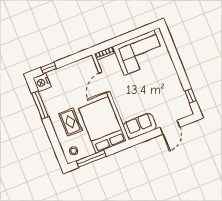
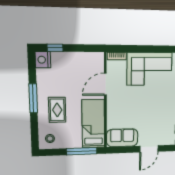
window: (40, 105) -> (33, 98), moved
bed: (103, 125) -> (93, 124), width x0.67
window: (91, 159) -> (82, 151), moved

